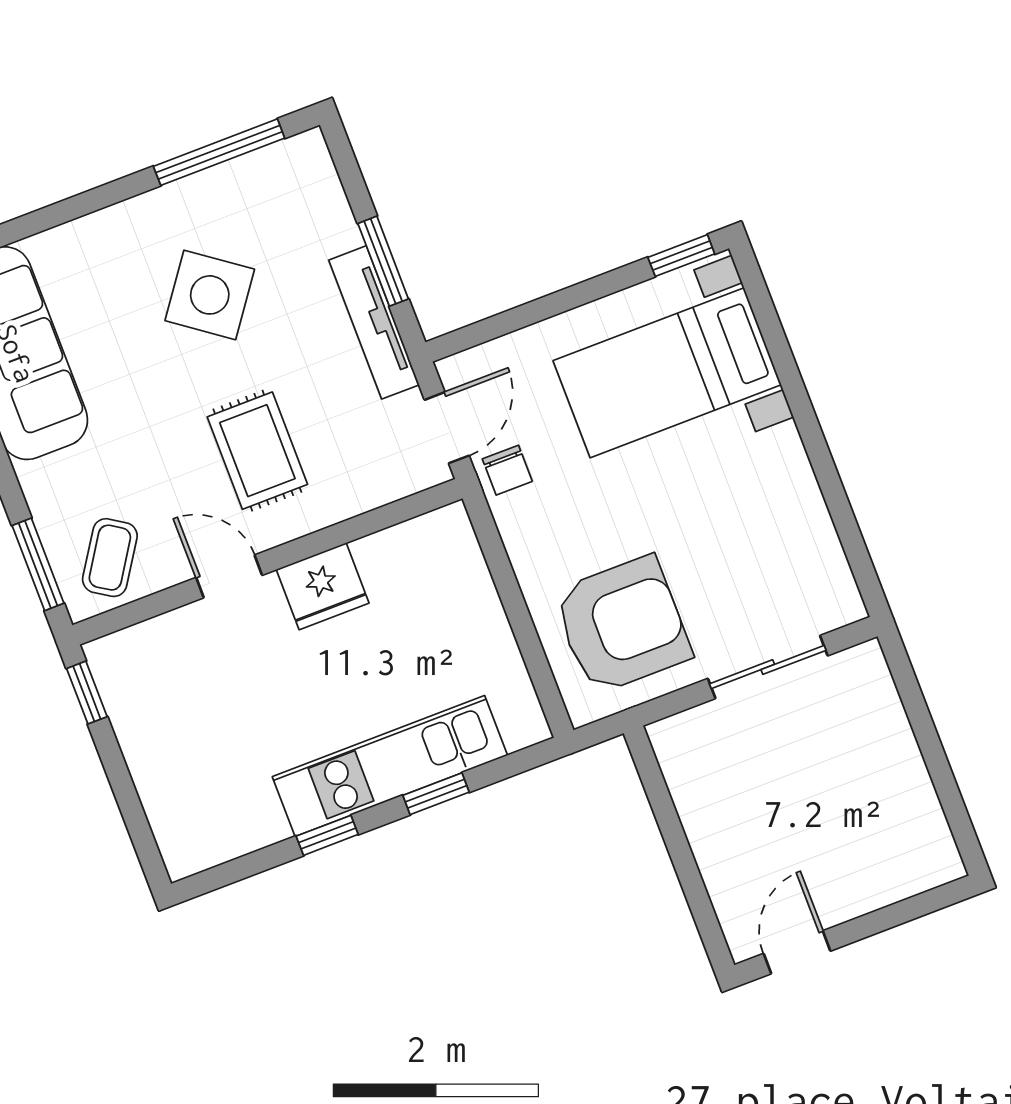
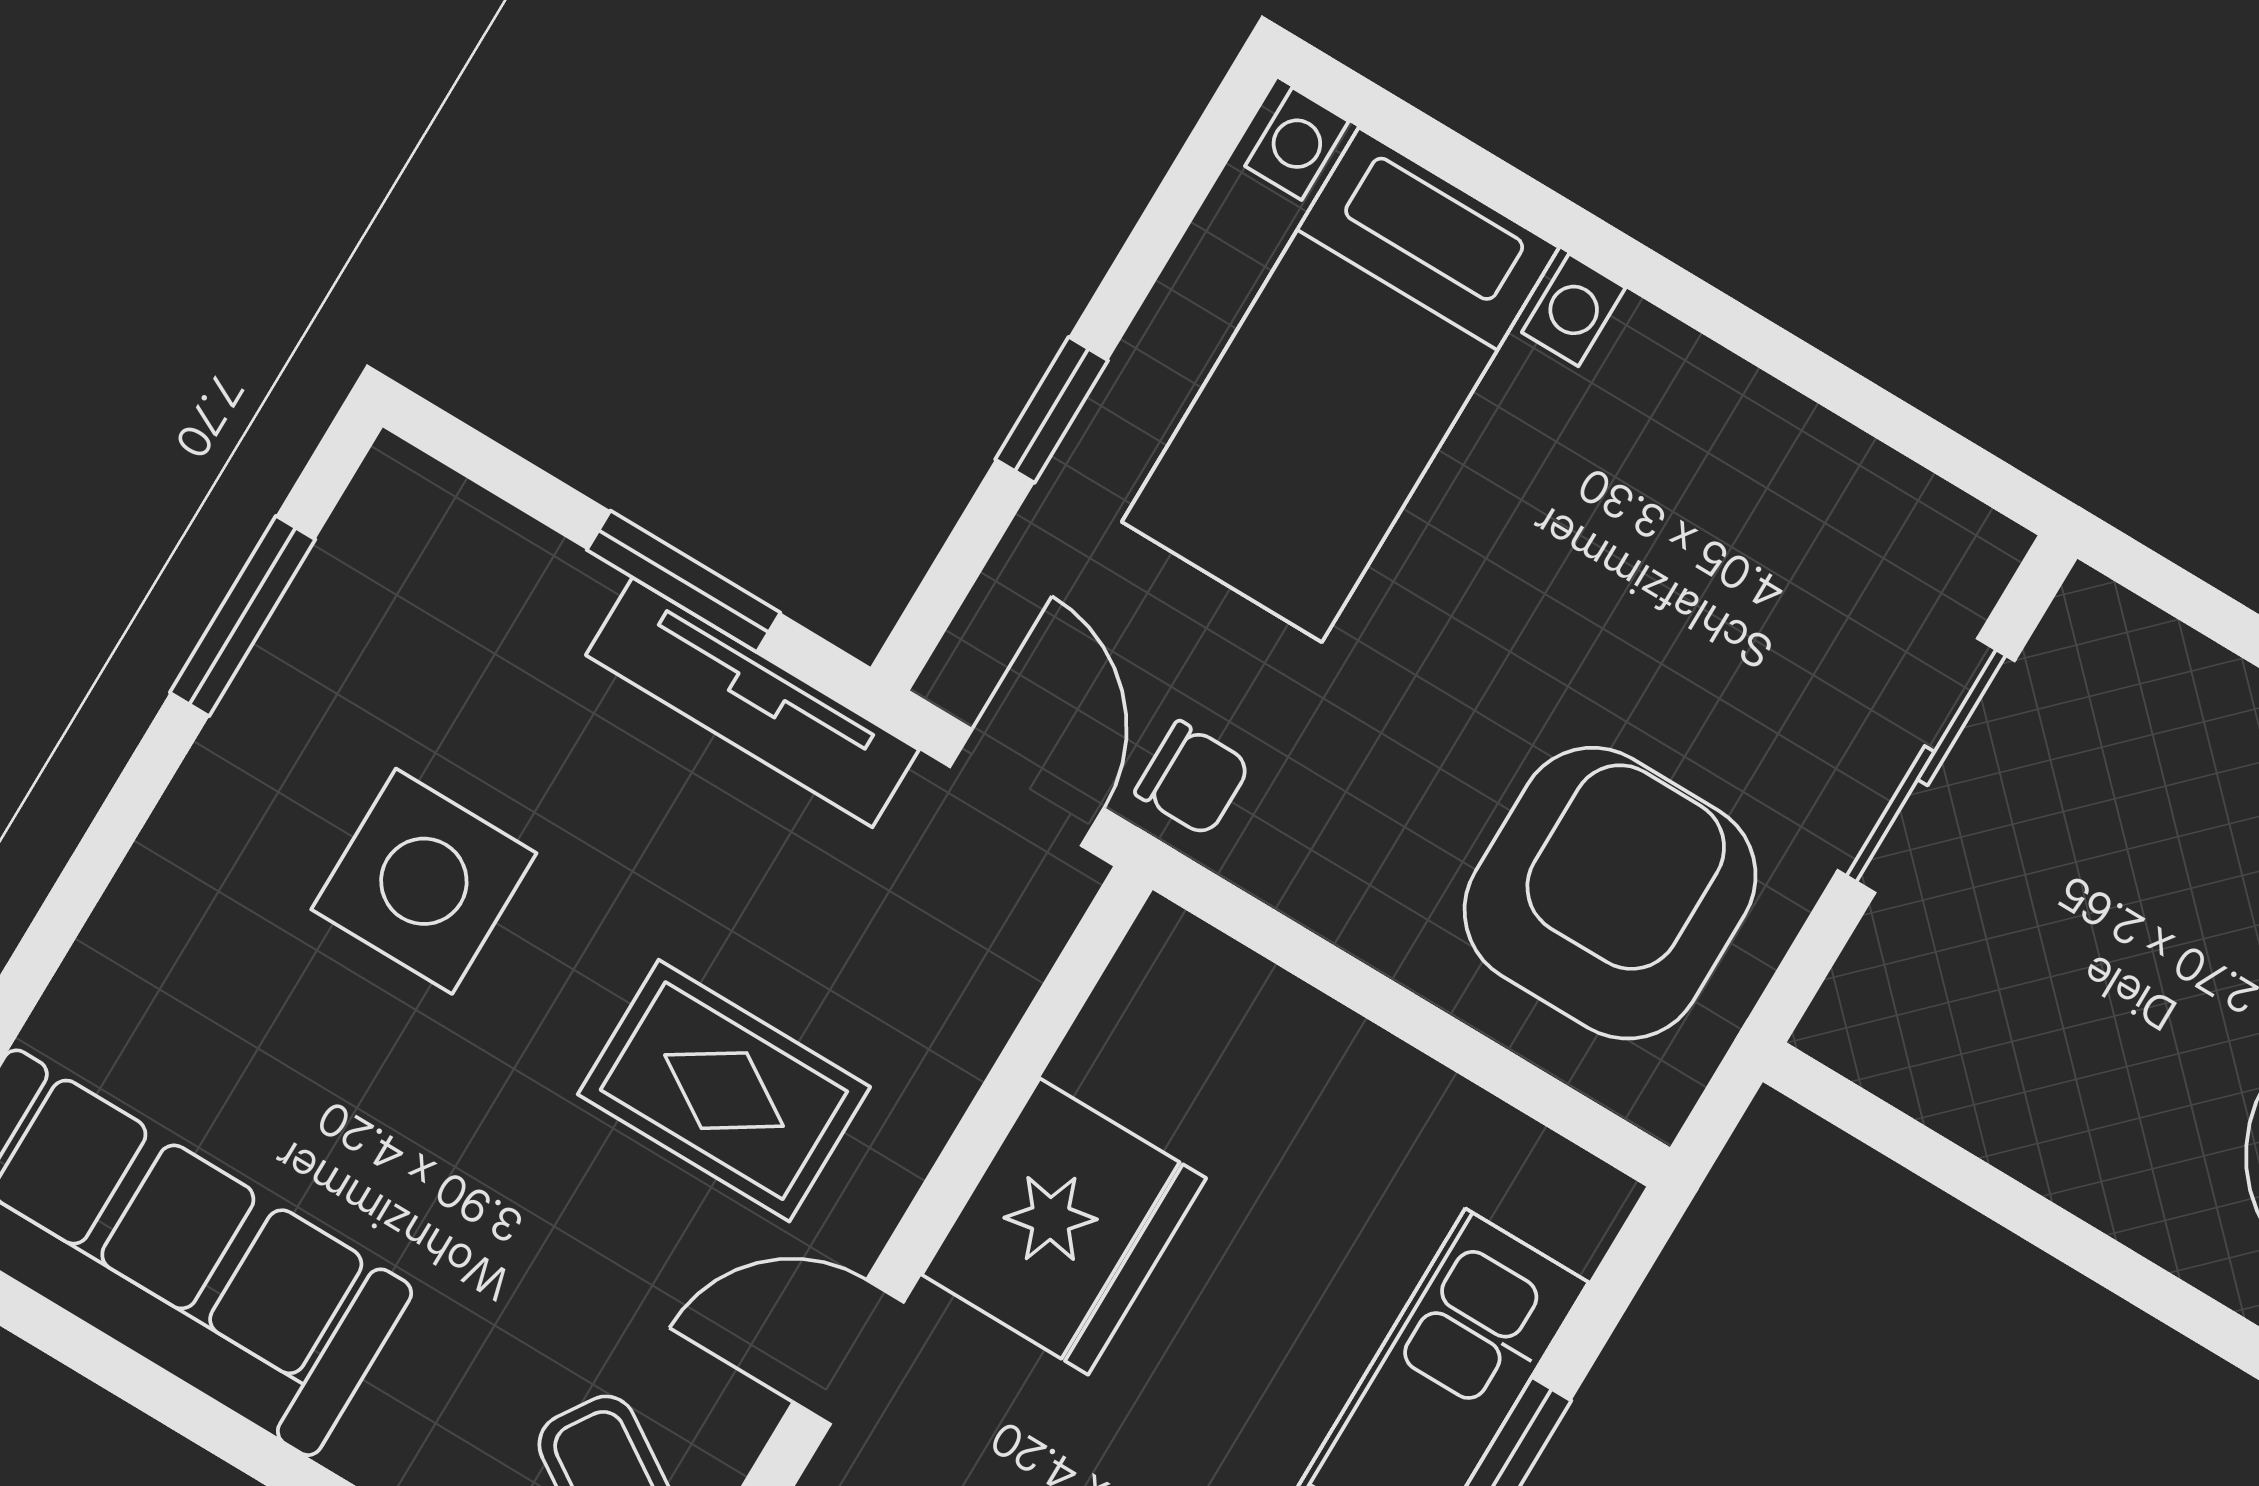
window: (219, 152) -> (243, 616), width x0.69
window: (681, 256) -> (1052, 410), moved
side table: (210, 295) -> (424, 881), turned -36
fridge: (323, 586) -> (1064, 1226), width x1.36, depth x1.34

